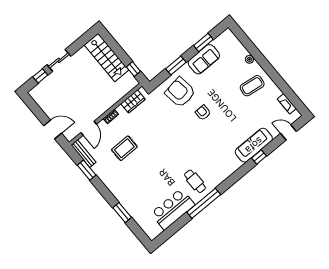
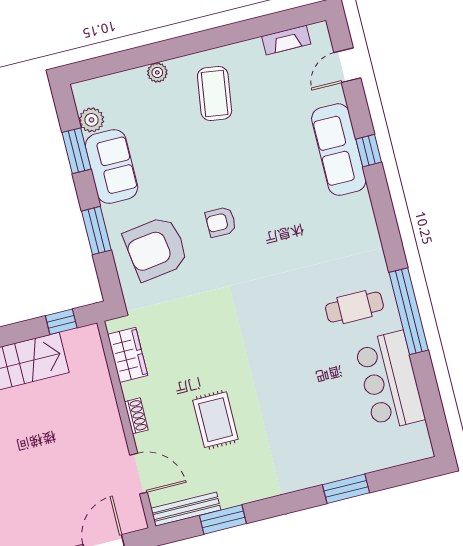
plant: (218, 43) -> (91, 120), added

